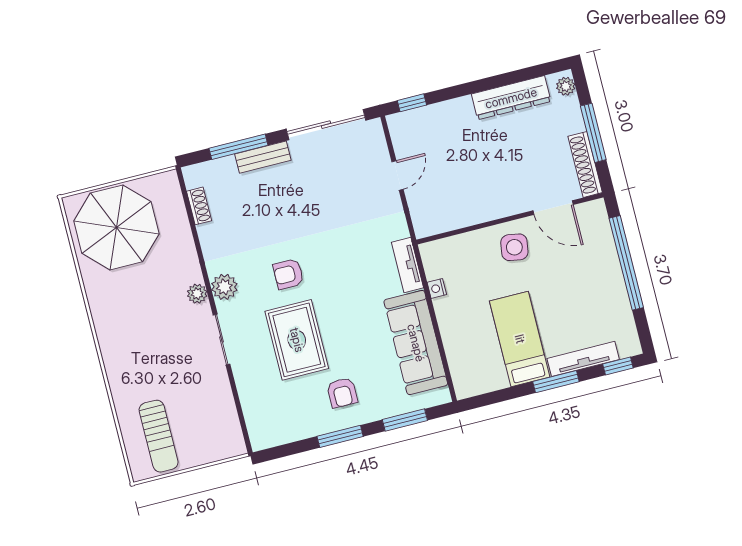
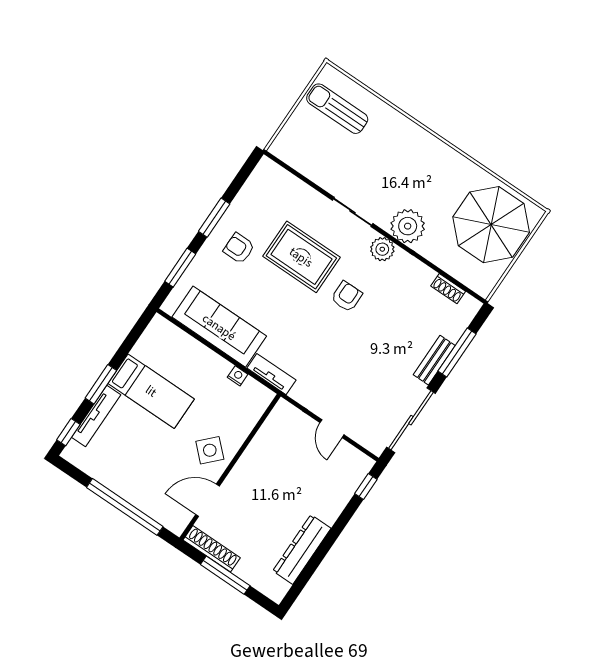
plant: (566, 86) -> (272, 590), removed
side table: (514, 247) -> (210, 450), turned 35
plant: (197, 294) -> (408, 226), width x1.88, depth x1.88

